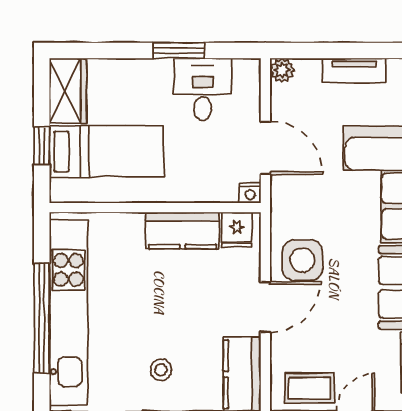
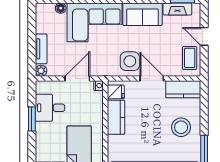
tv unit: (354, 70) -> (41, 49), moved
stool: (161, 370) -> (181, 127), width x1.89, depth x1.89

